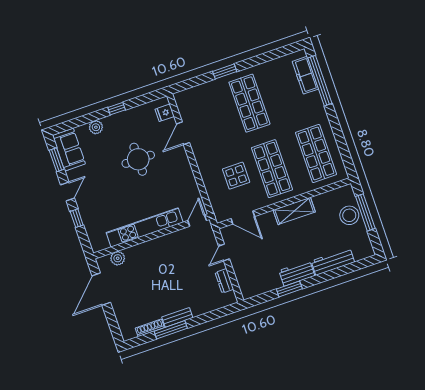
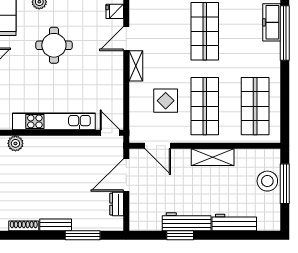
shelving: (200, 154) -> (136, 66), added
round table: (138, 159) -> (54, 45), moved
door: (197, 221) -> (110, 133), hinge flipped
door: (224, 252) -> (126, 175), width x1.87
workbench: (297, 273) -> (187, 222), width x1.38
window: (171, 330) -> (83, 235), moved

